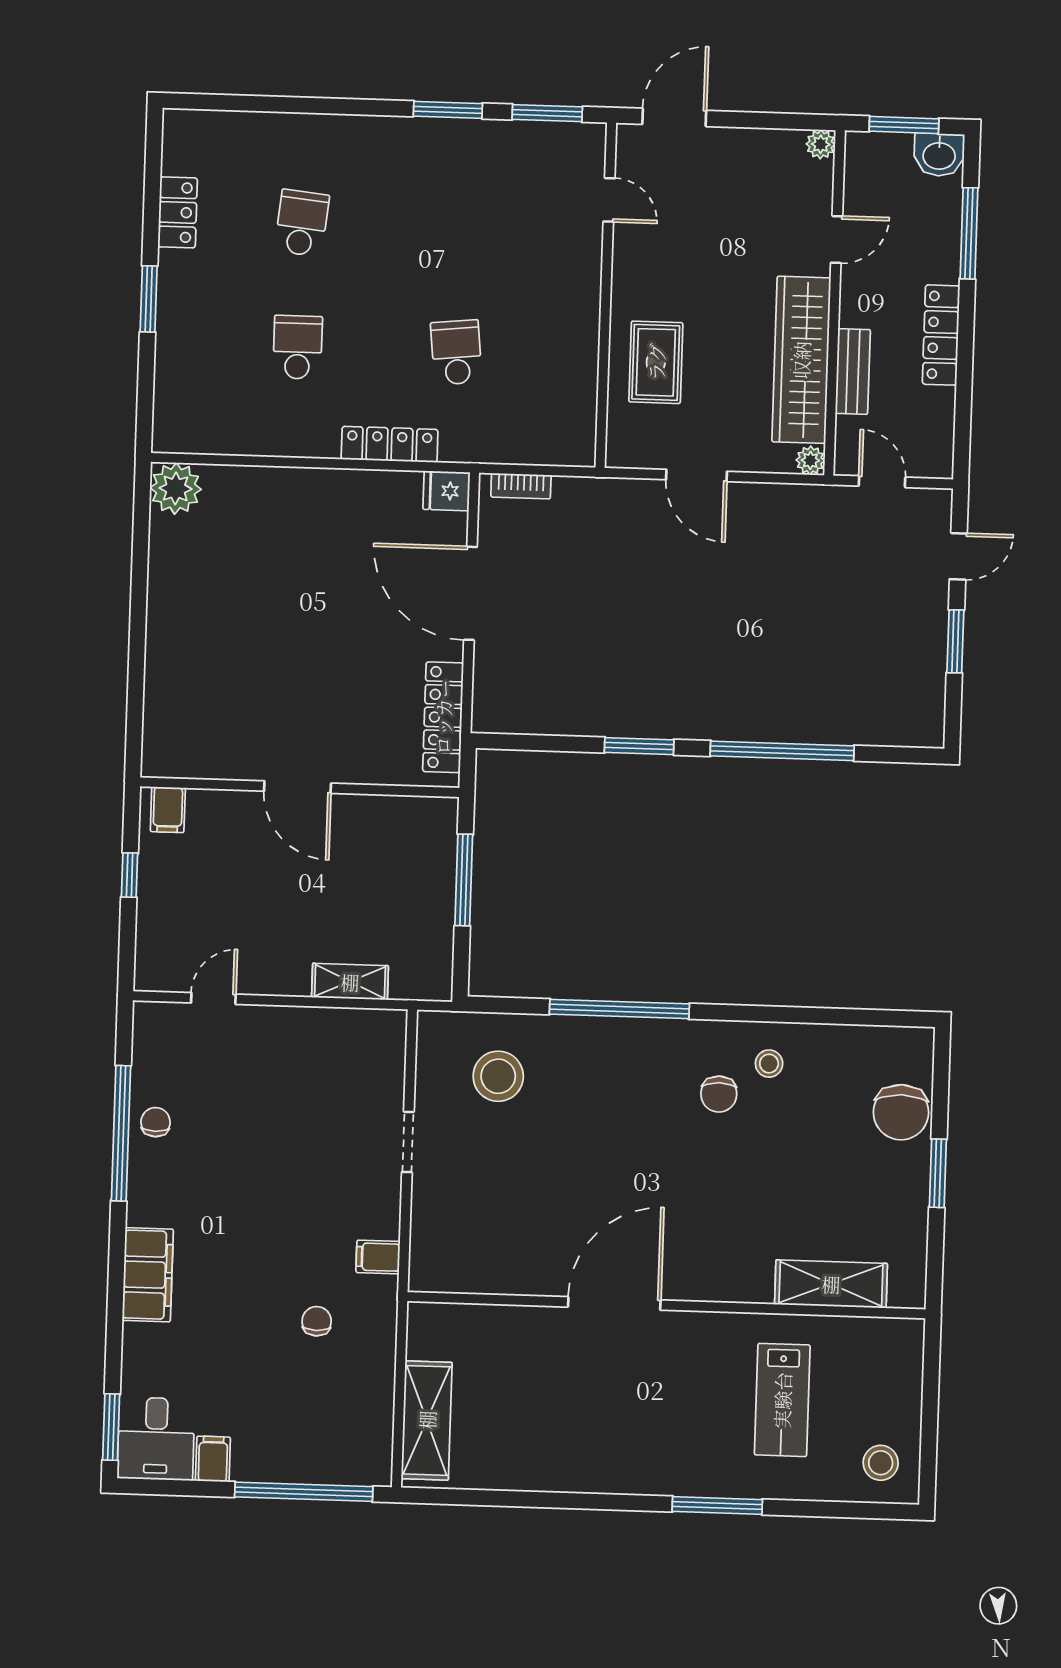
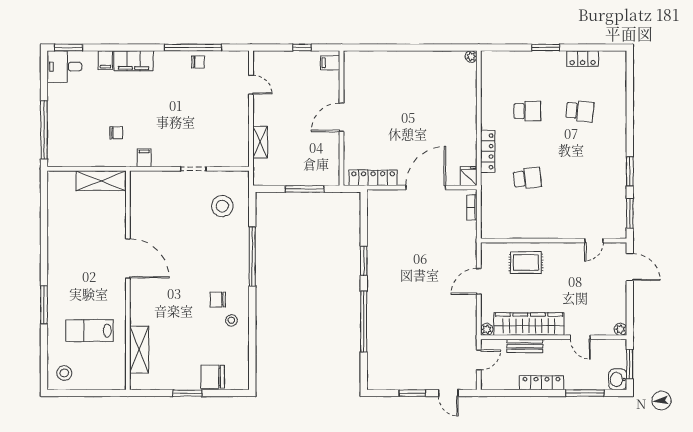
plant: (176, 488) -> (471, 56), width x0.53, depth x0.53
shelving: (427, 1420) -> (101, 181), moved
filing cabinet: (213, 1459) -> (105, 60), moved, turned 90

